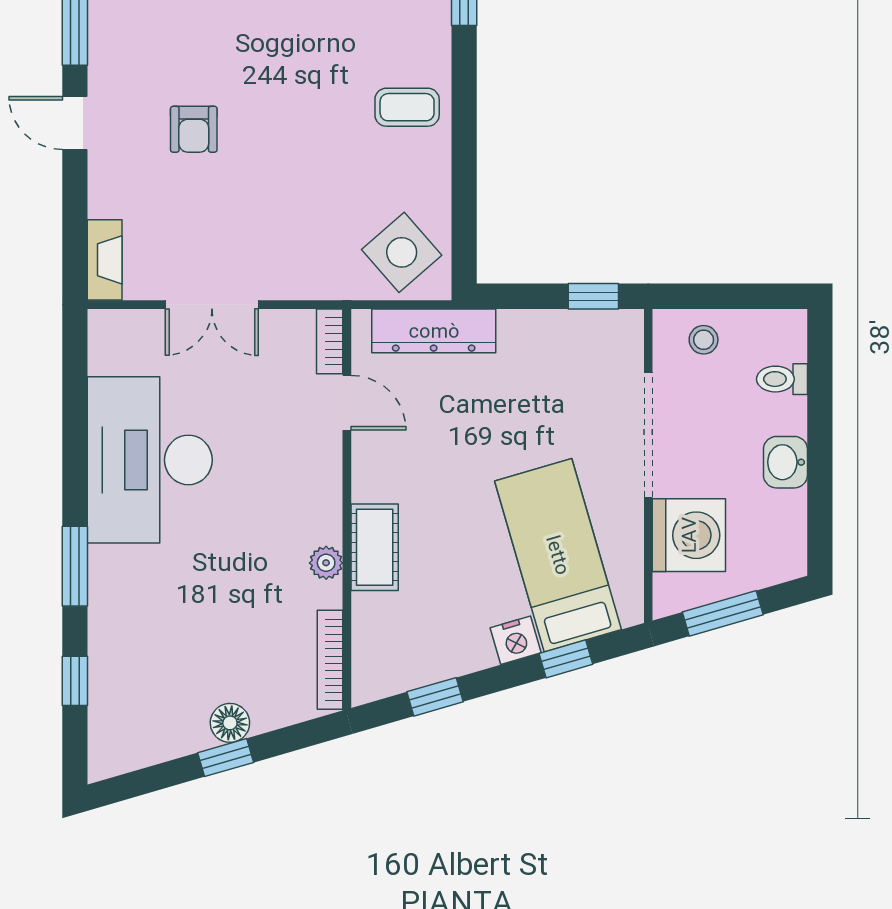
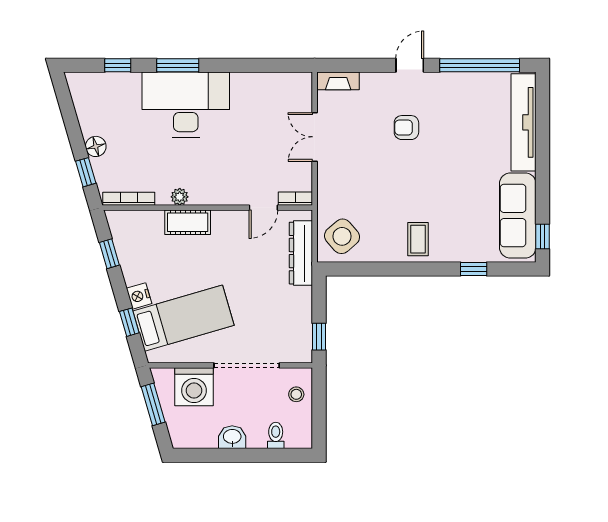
desk: (150, 460) -> (186, 104), moved
window: (226, 758) -> (86, 172), moved

